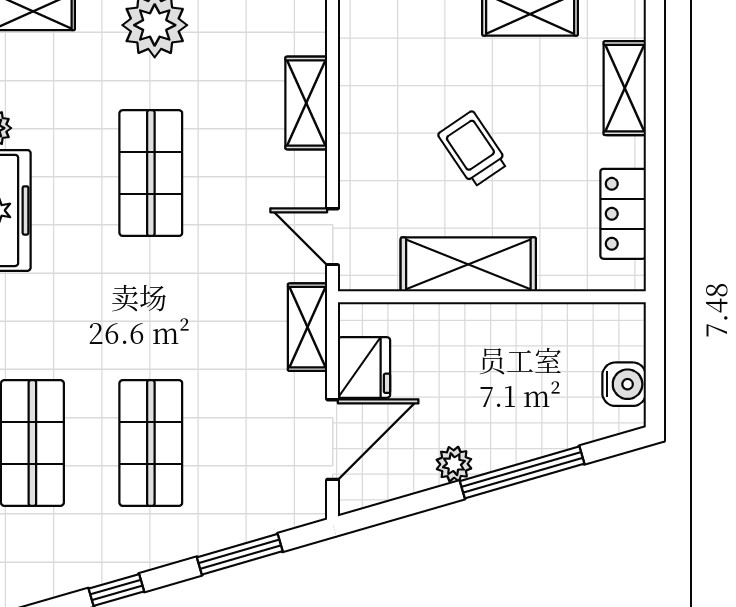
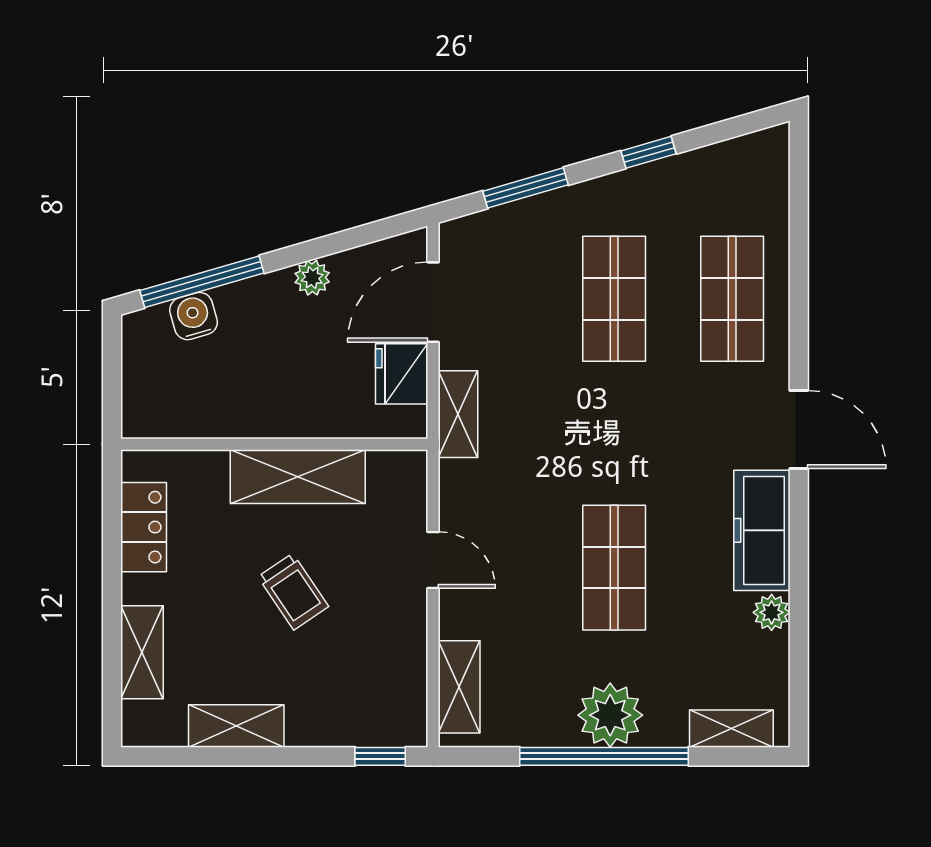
shelving: (306, 103) -> (459, 687), moved
door: (333, 237) -> (433, 560), moved
water cooler: (624, 384) -> (194, 316), moved, turned 74
window: (522, 472) -> (202, 282), moved

